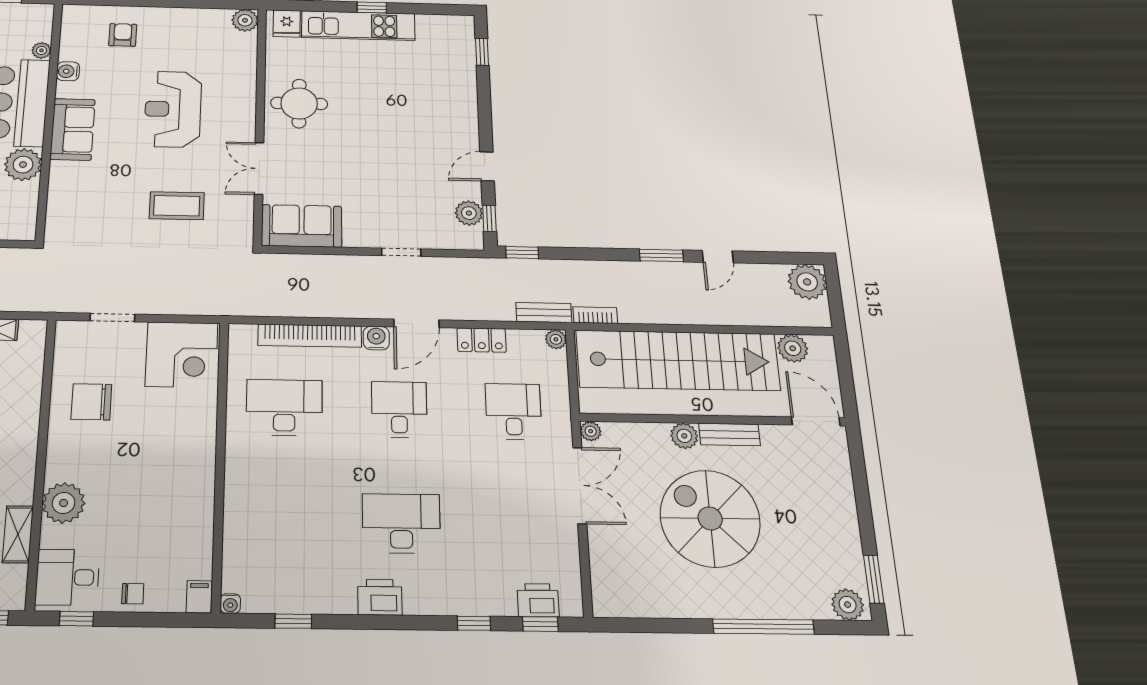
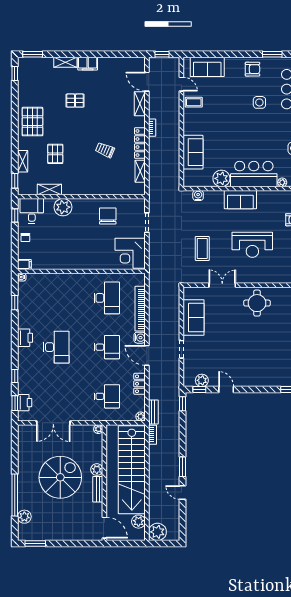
water cooler: (68, 71) -> (198, 195), moved
reception desk: (173, 109) -> (252, 245), turned 180
sofa: (302, 226) -> (194, 318), moved
plant: (807, 282) -> (157, 532), moved
door: (816, 421) -> (104, 528), hinge flipped
double door: (580, 485) -> (53, 423), moved
plant: (848, 605) -> (24, 517), moved

